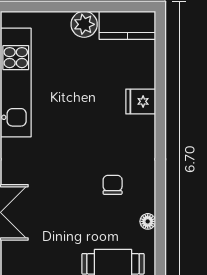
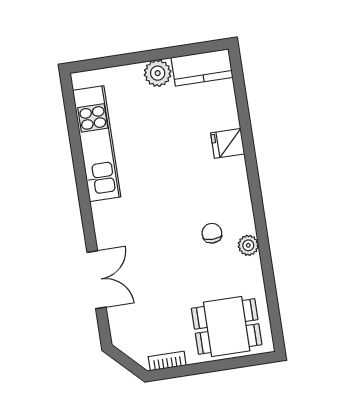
plant: (146, 202) -> (248, 245), added
floor lamp: (148, 221) -> (254, 265), removed

